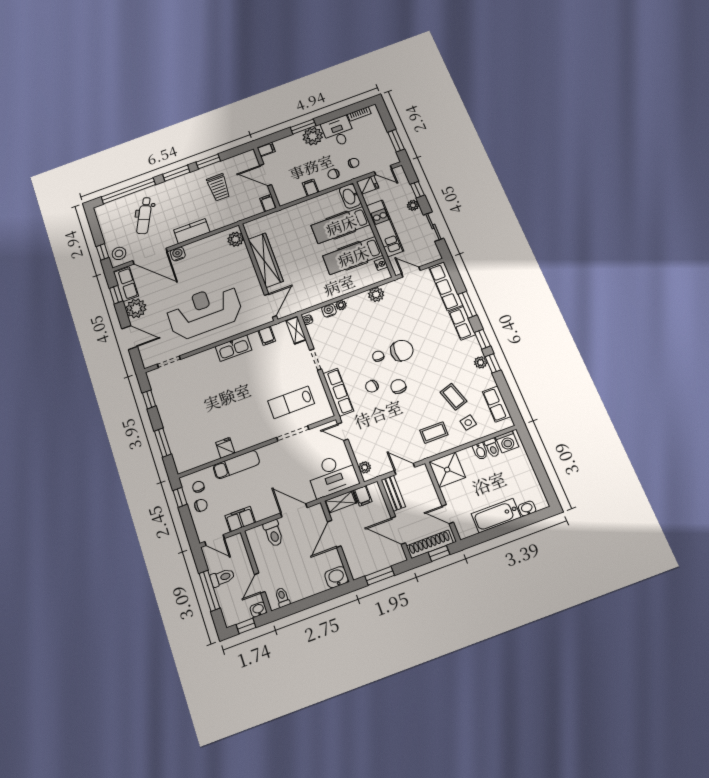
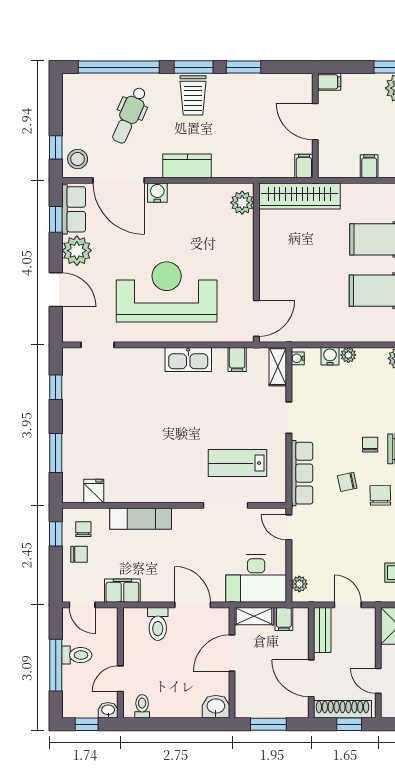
trolley: (219, 187) -> (193, 95), moved
wardrobe: (266, 260) -> (300, 196), moved, turned 90
fridge: (225, 448) -> (94, 491), moved

